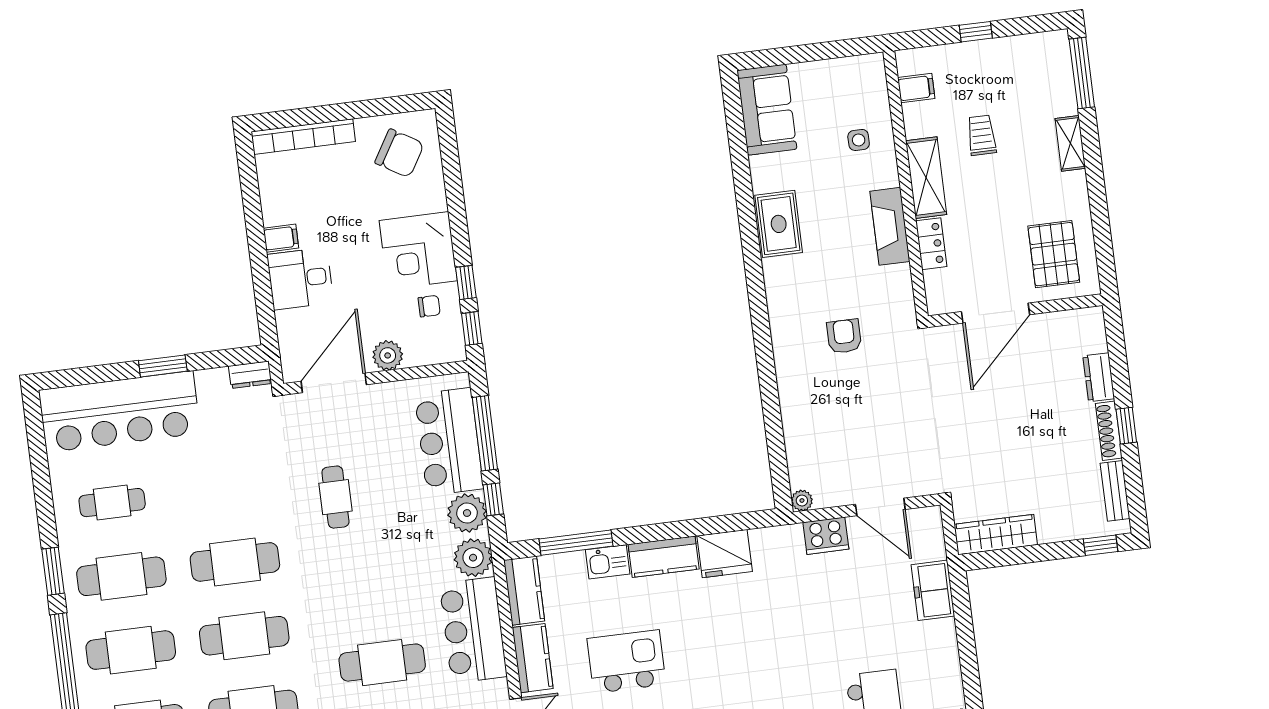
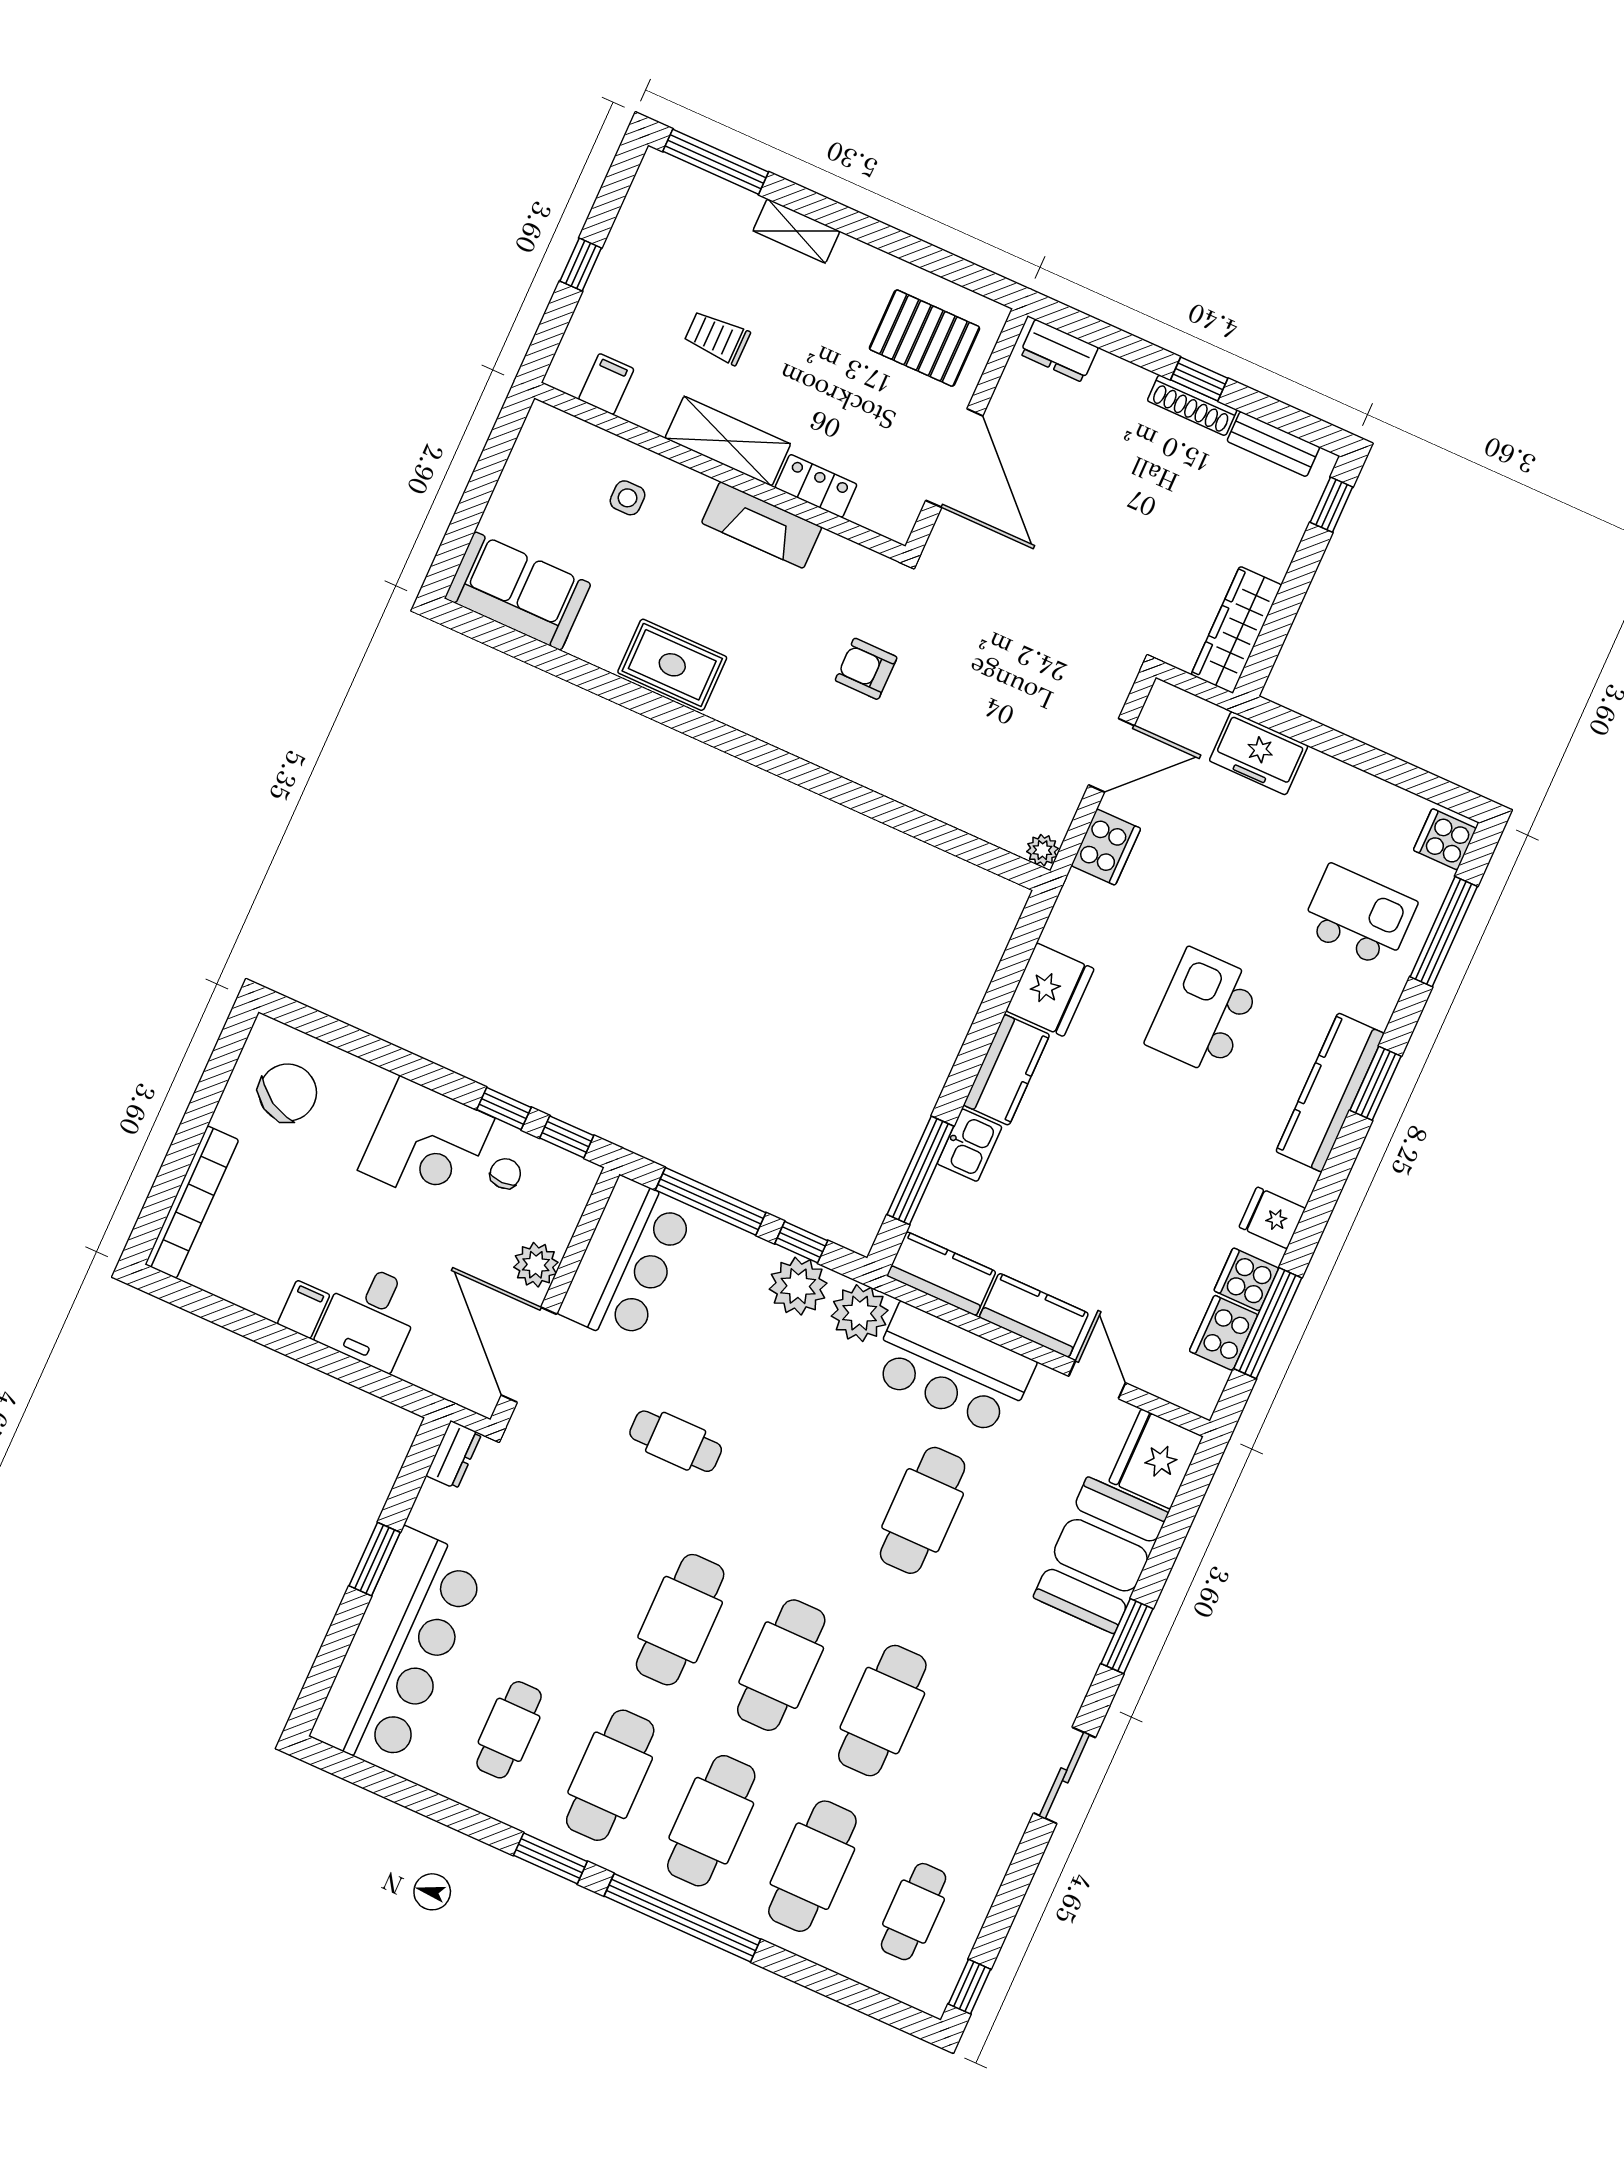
dresser: (1099, 377) -> (1059, 351), moved
bar counter: (449, 442) -> (627, 1261), moved, turned -90
kitchen island: (626, 662) -> (1203, 1012), moved

